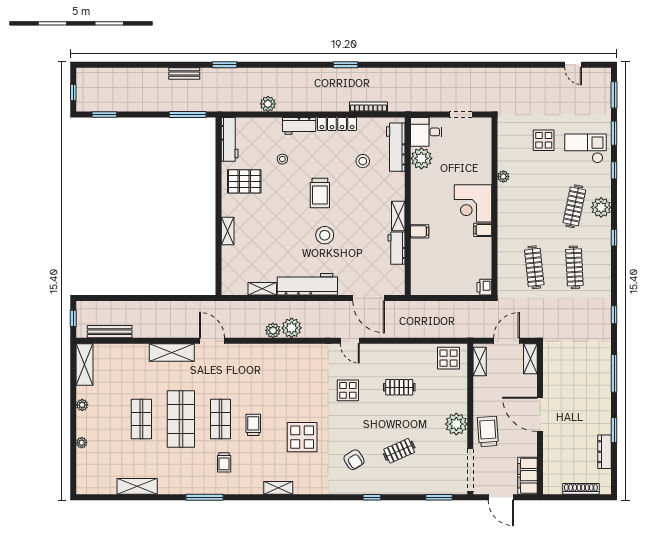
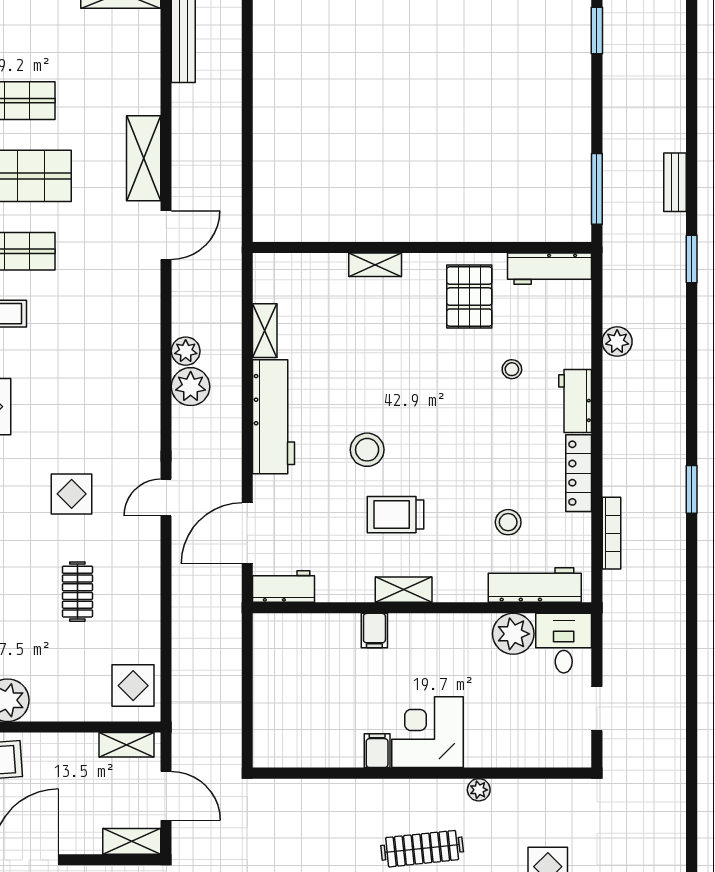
trolley: (320, 193) -> (396, 515), moved
workbench: (397, 248) -> (284, 586), moved
clothes rail: (534, 267) -> (422, 849), moved
printer: (484, 287) -> (268, 754), removed

